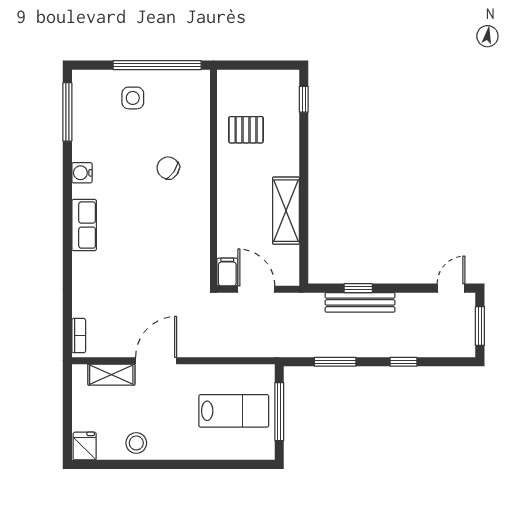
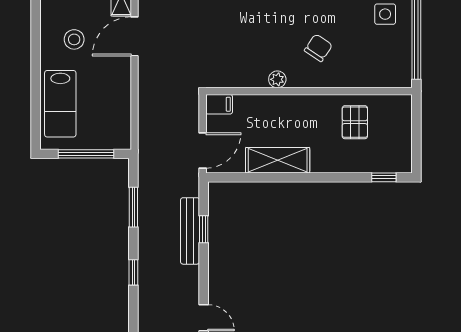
plant: (201, 211) -> (277, 79), added
door: (256, 289) -> (203, 150), moved
door: (156, 361) -> (134, 36), swing flipped
lab bench: (234, 411) -> (60, 104), moved
stool: (136, 443) -> (74, 39), moved

